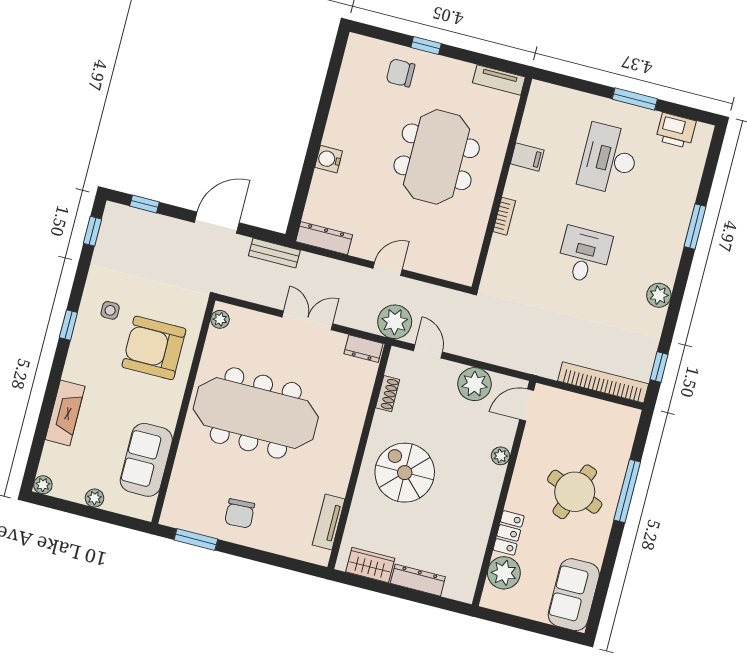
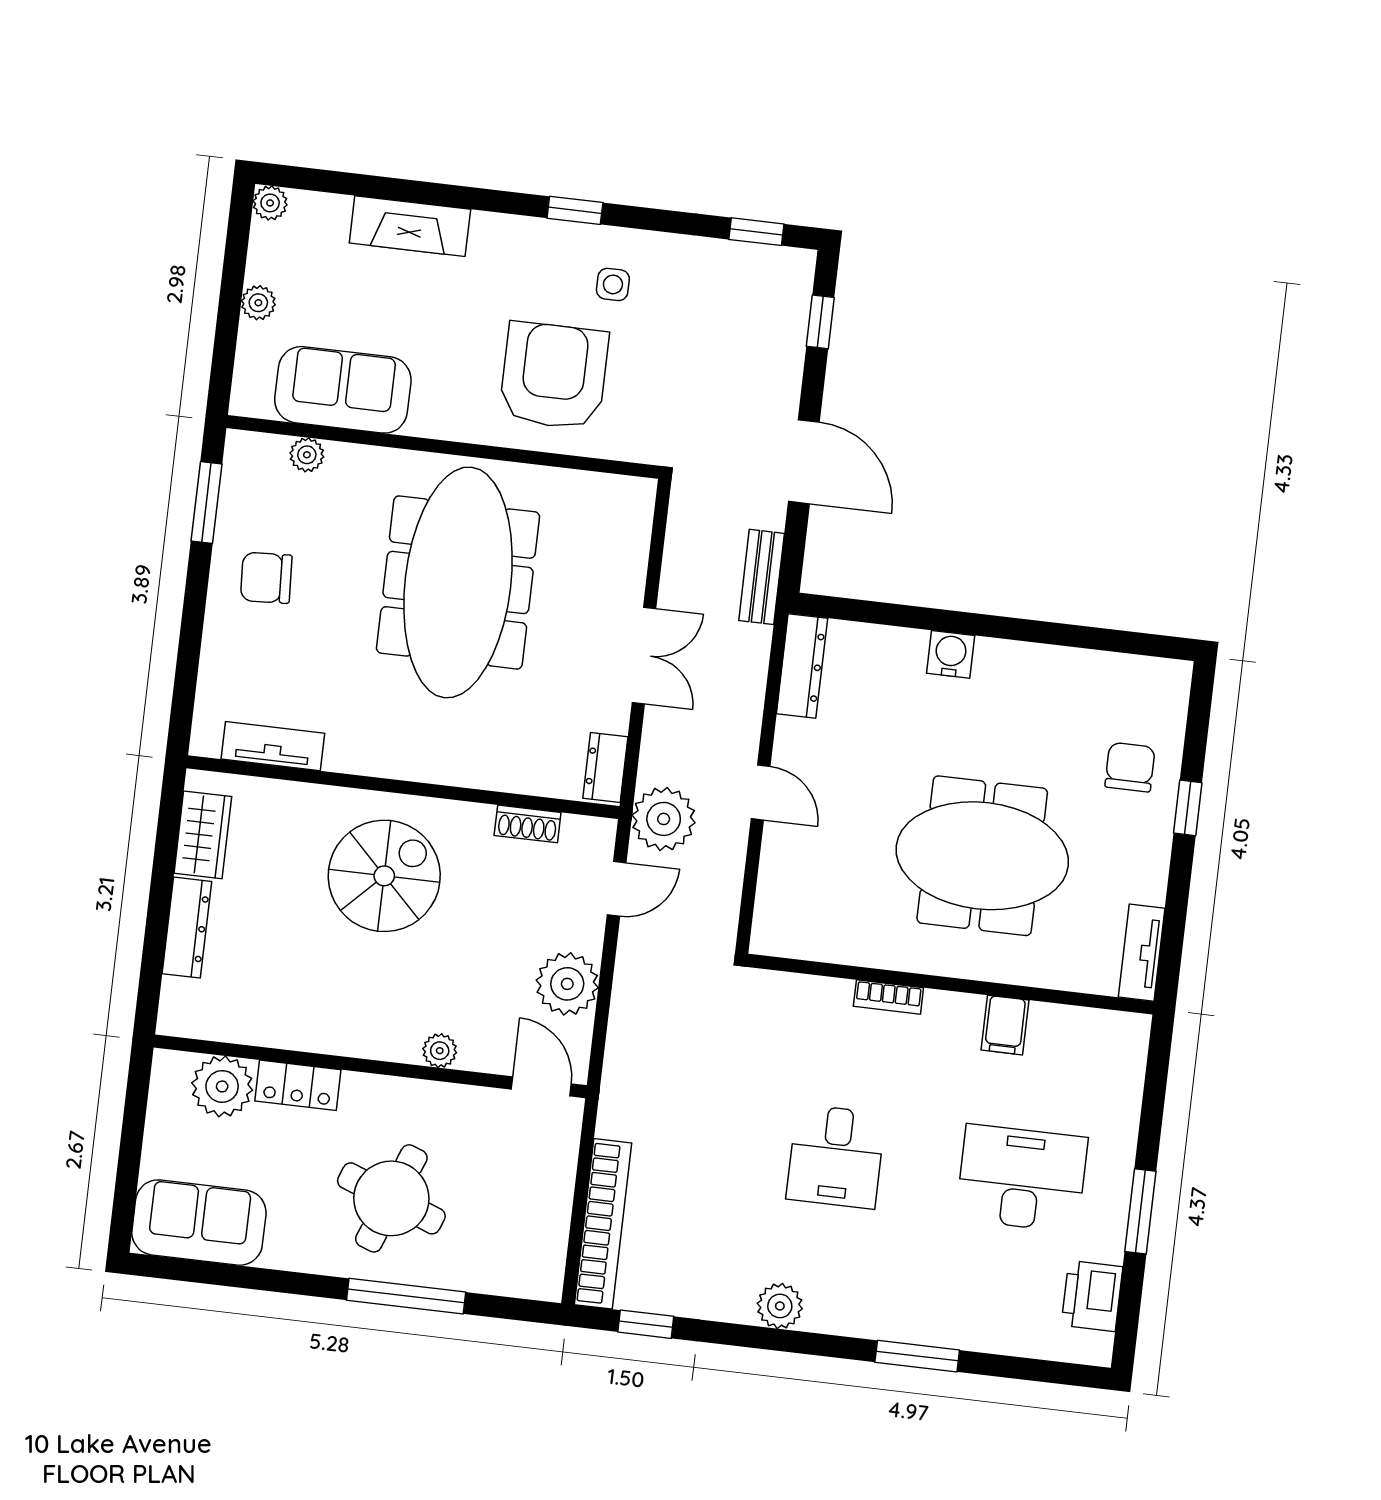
desk: (584, 255) -> (836, 1156), turned 90
plant: (220, 319) -> (307, 455), moved

